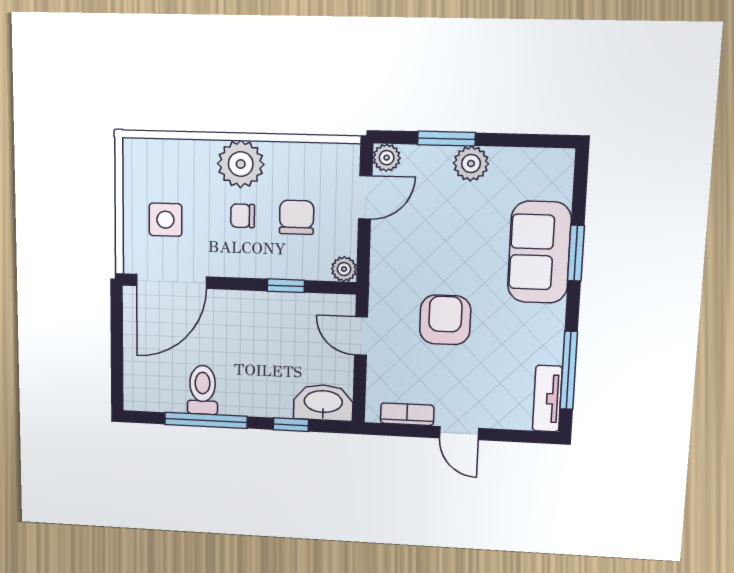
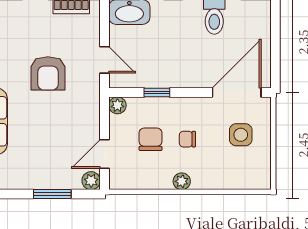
plant: (241, 164) -> (182, 181), width x0.53, depth x0.53
plant: (471, 164) -> (35, 178), removed
chair: (243, 216) -> (187, 139), turned 180
chair: (297, 217) -> (151, 139), turned 180

